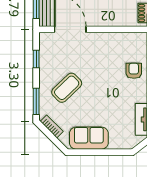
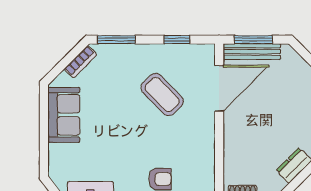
coffee table: (67, 88) -> (162, 95), moved

